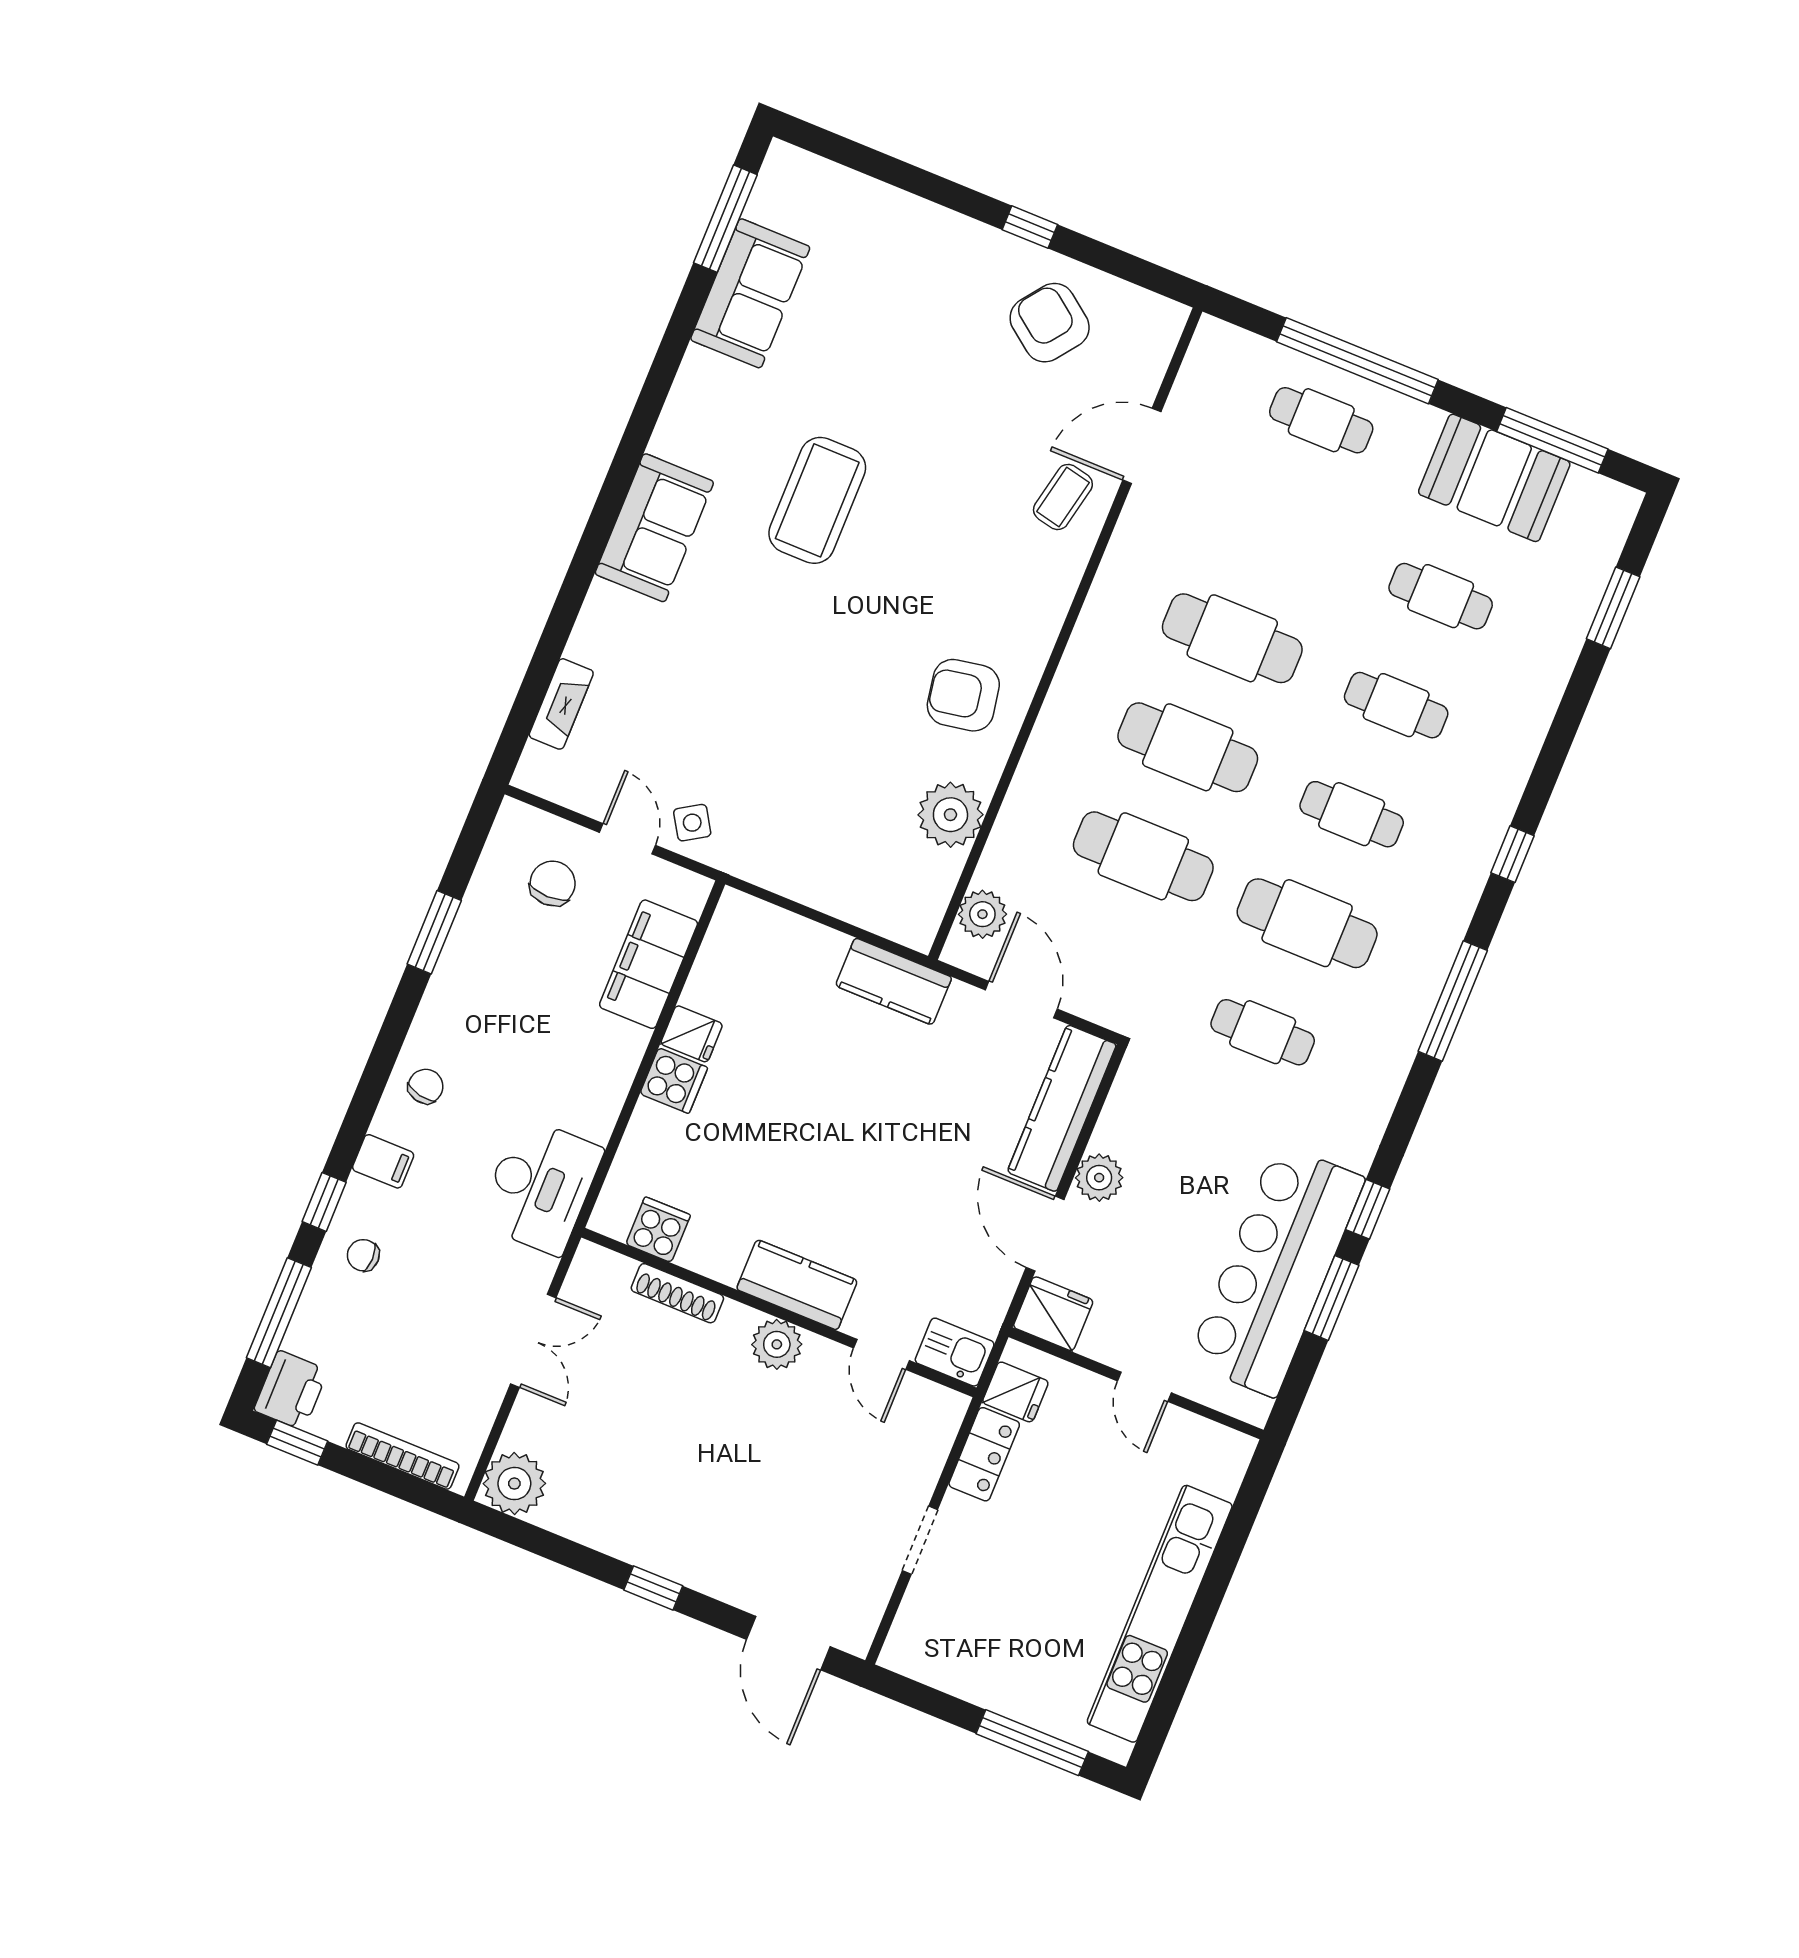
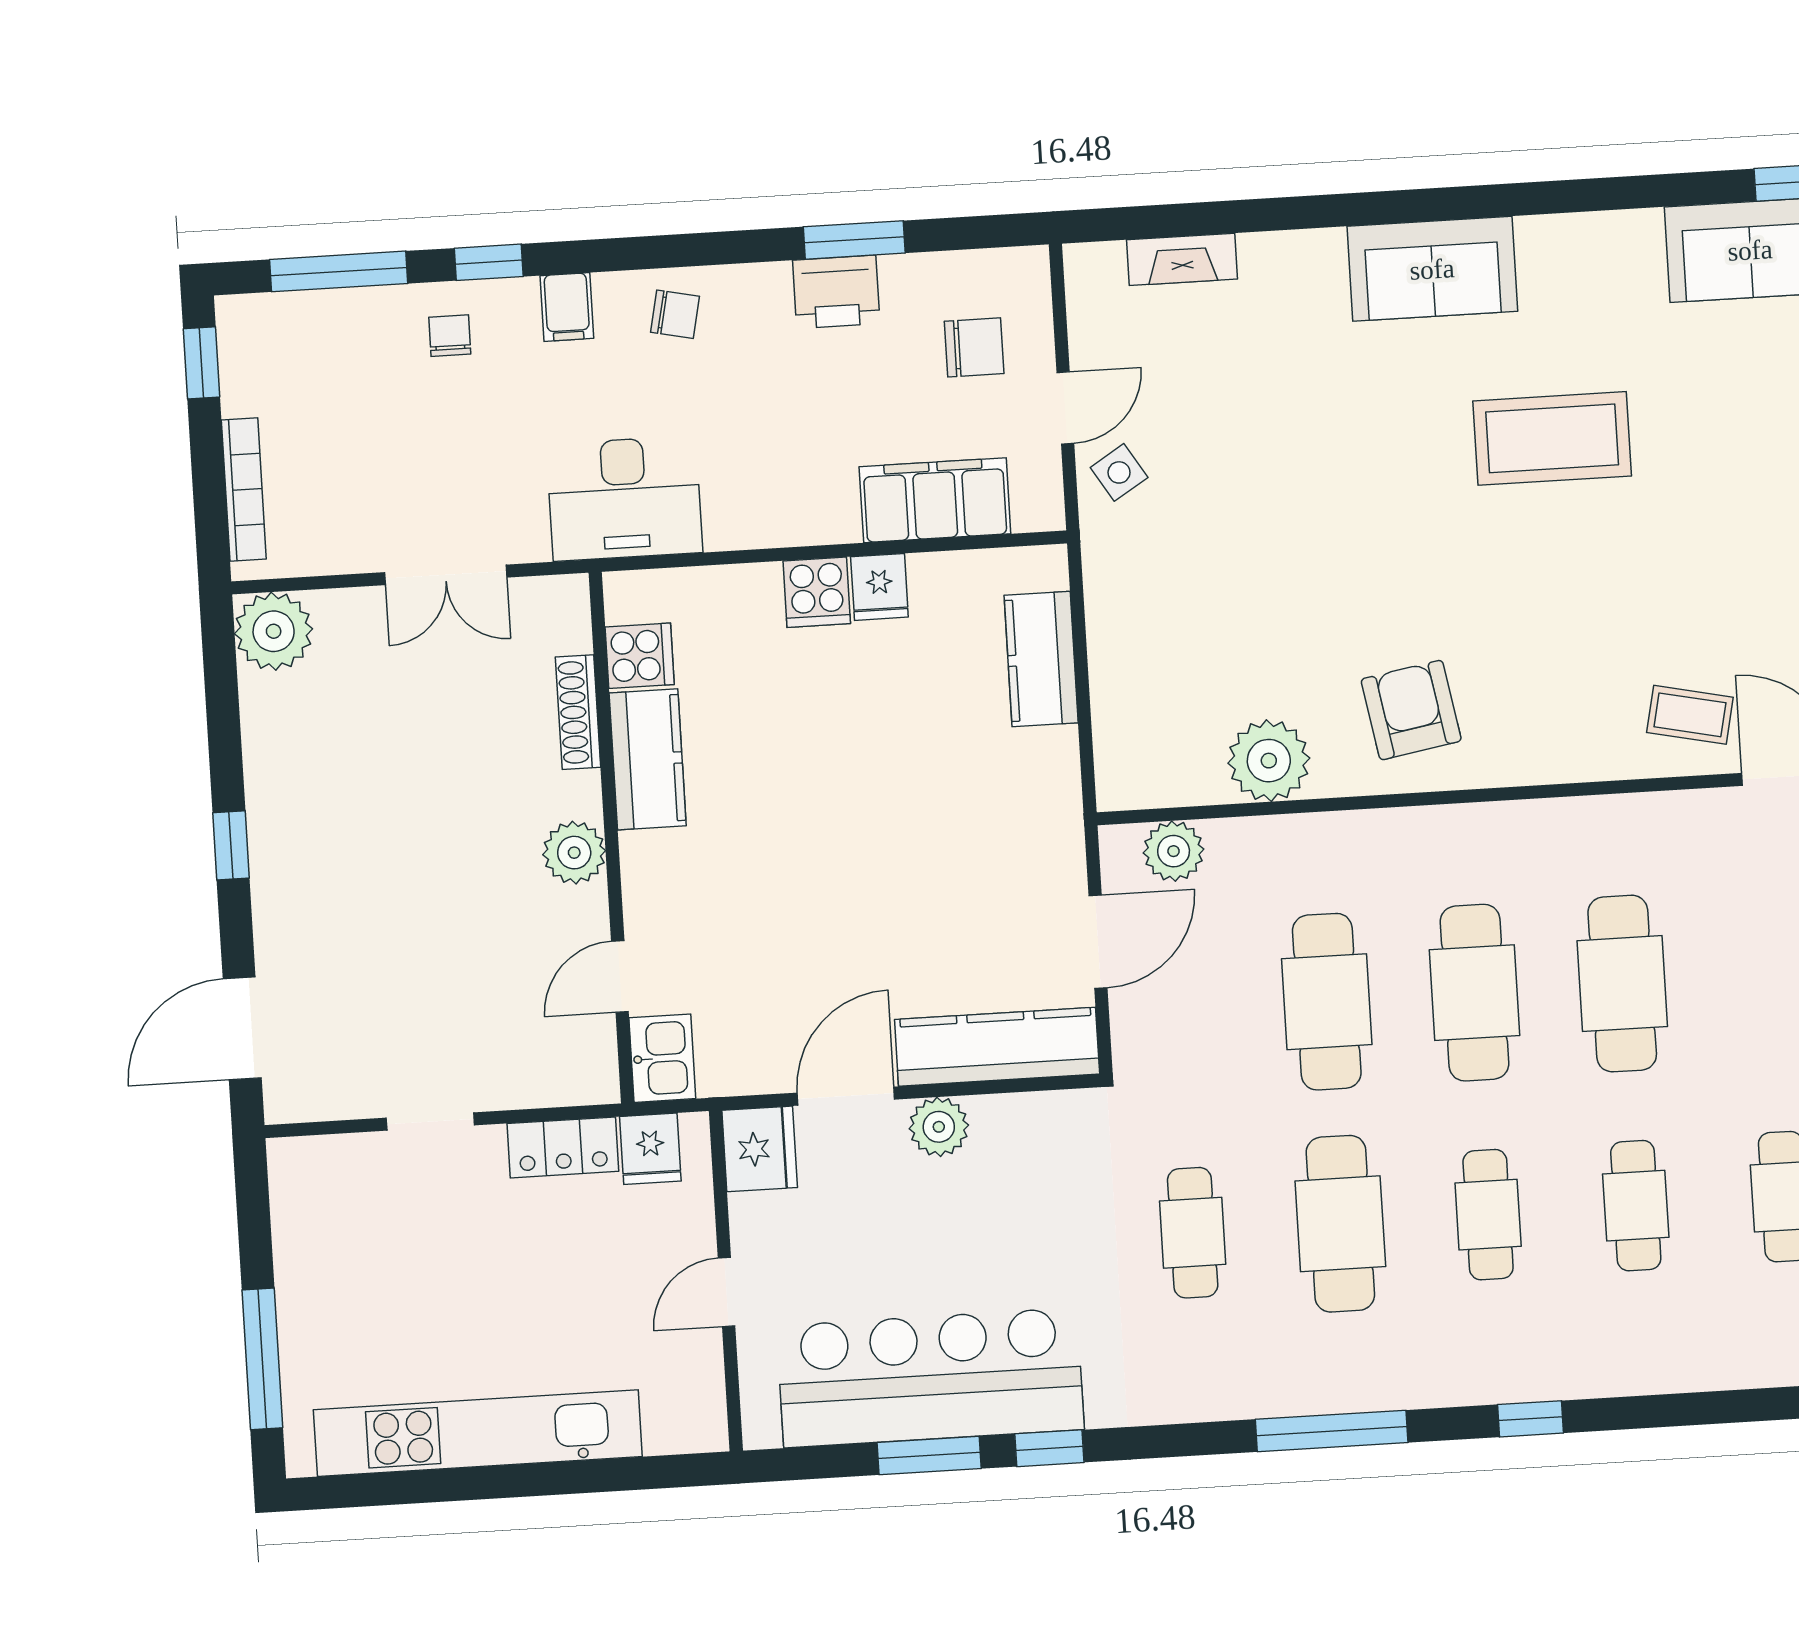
kitchen counter: (894, 981) -> (1041, 659), moved
kitchen counter: (797, 1285) -> (648, 759), moved
printer: (291, 1390) -> (836, 292), moved

